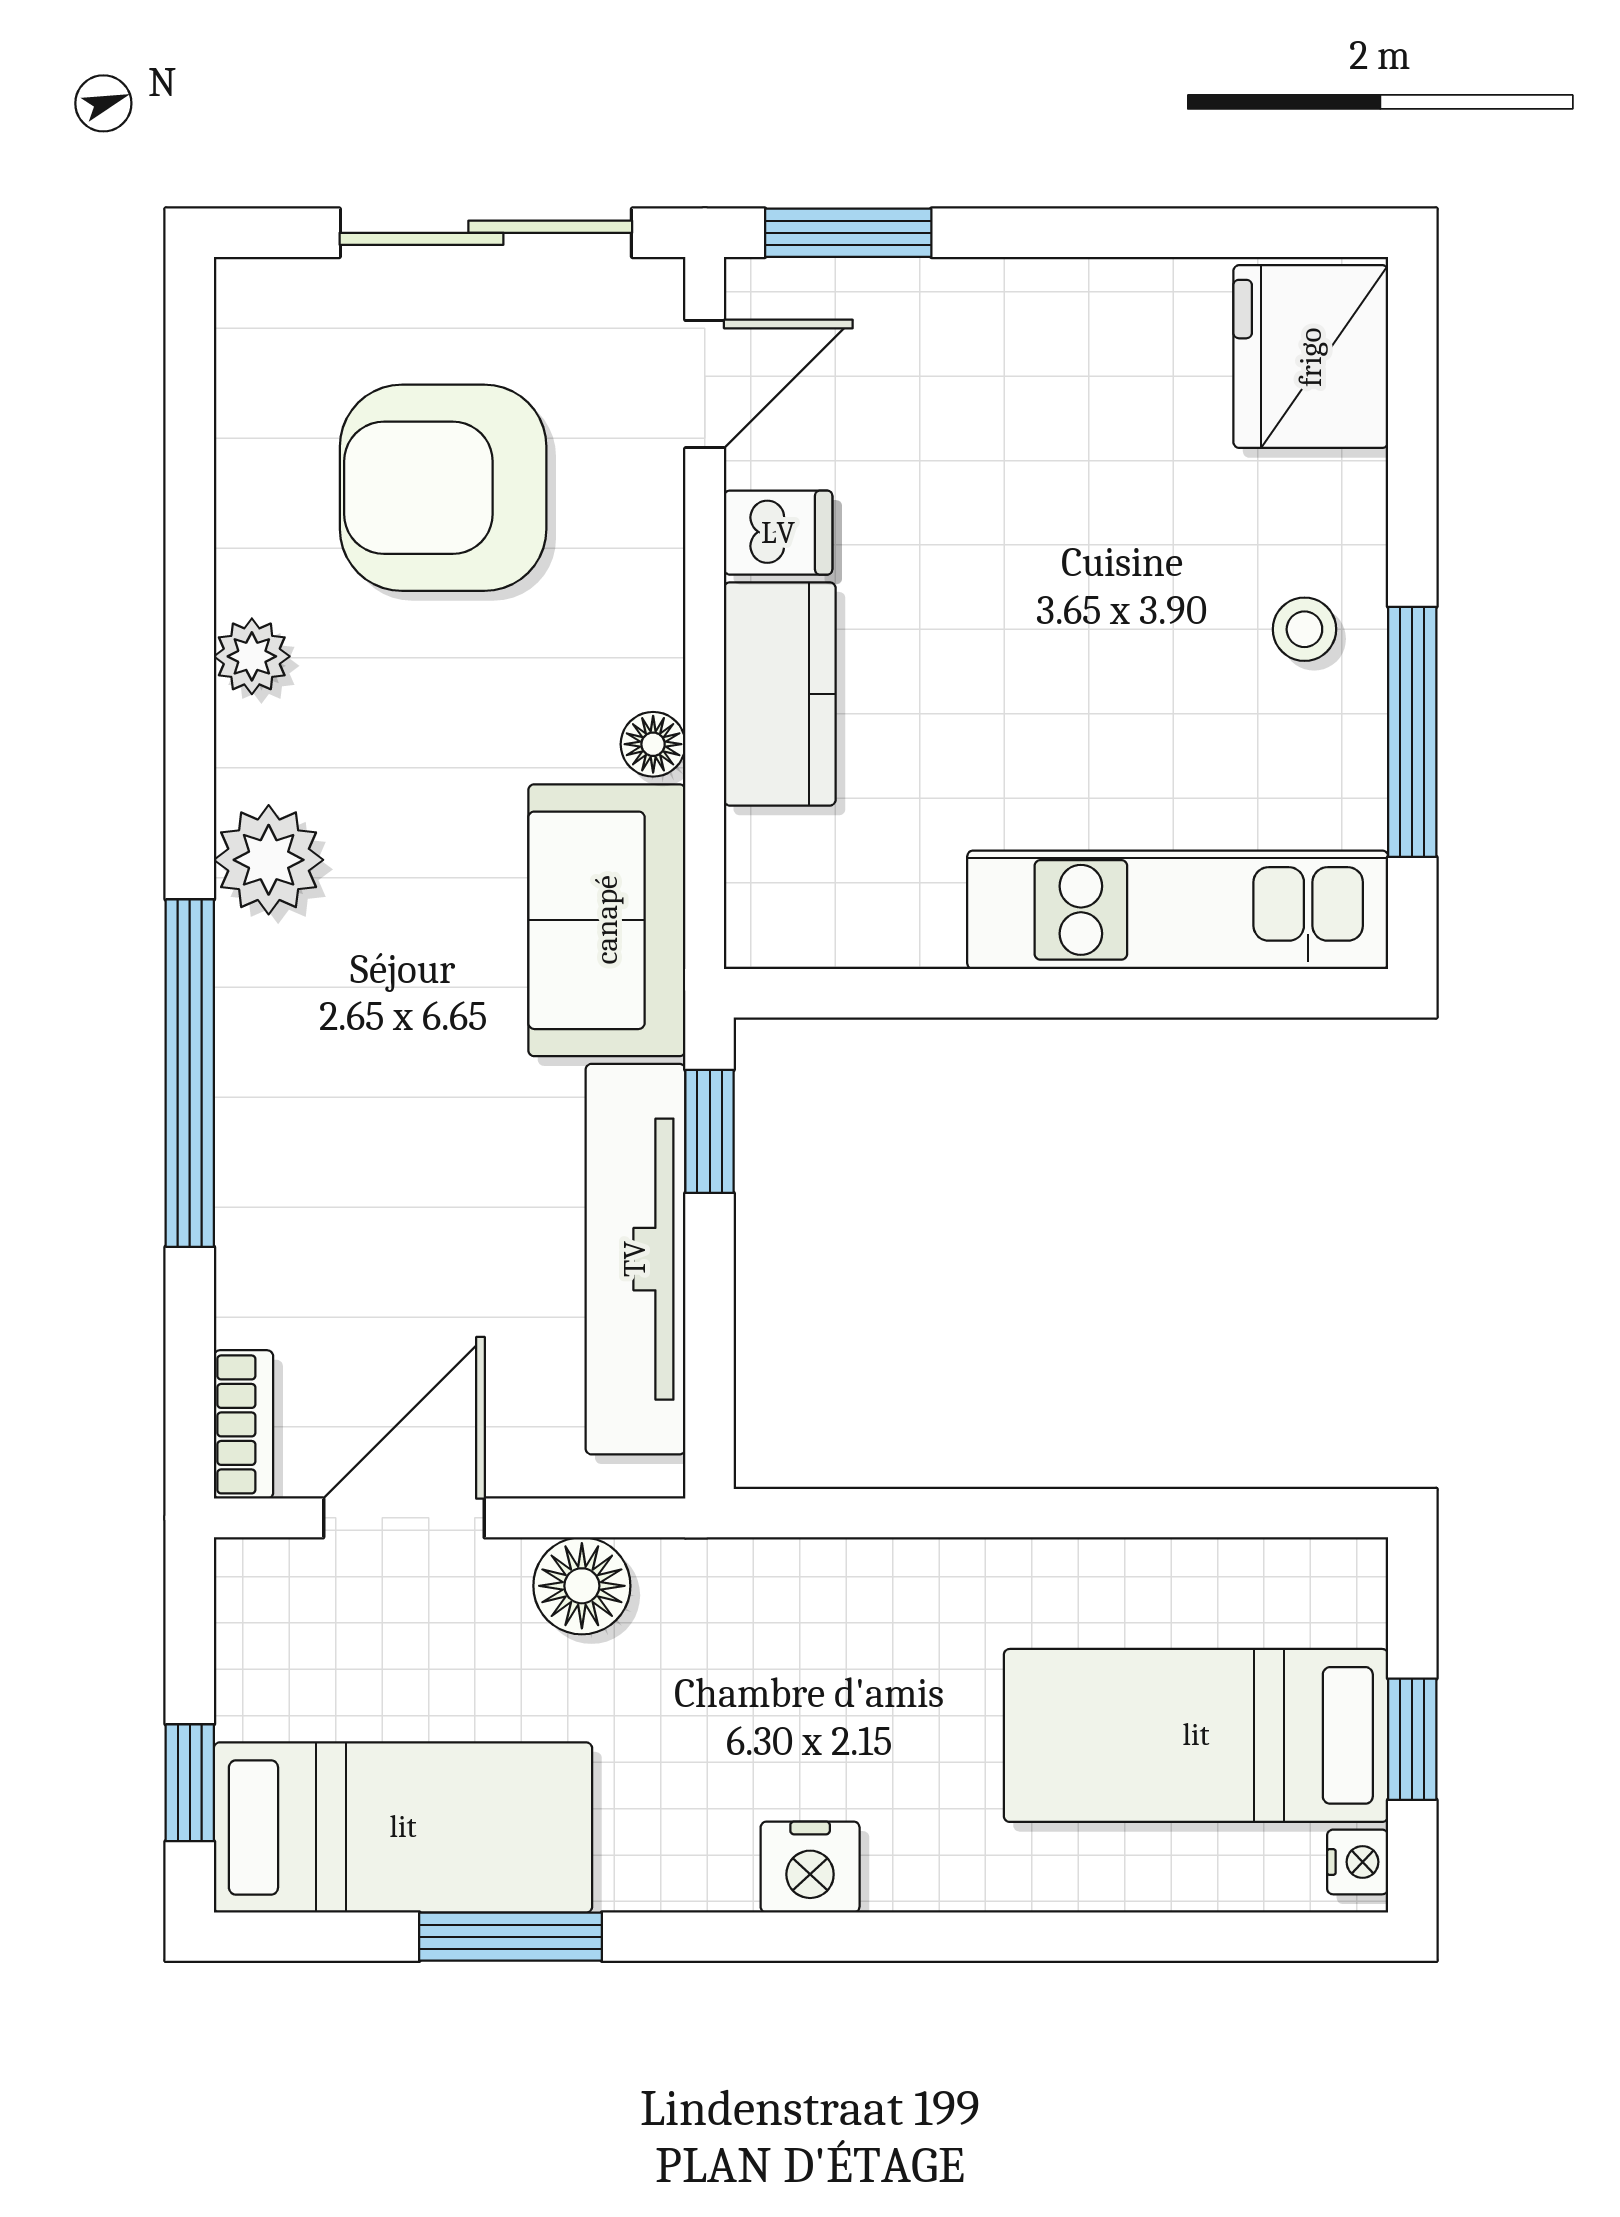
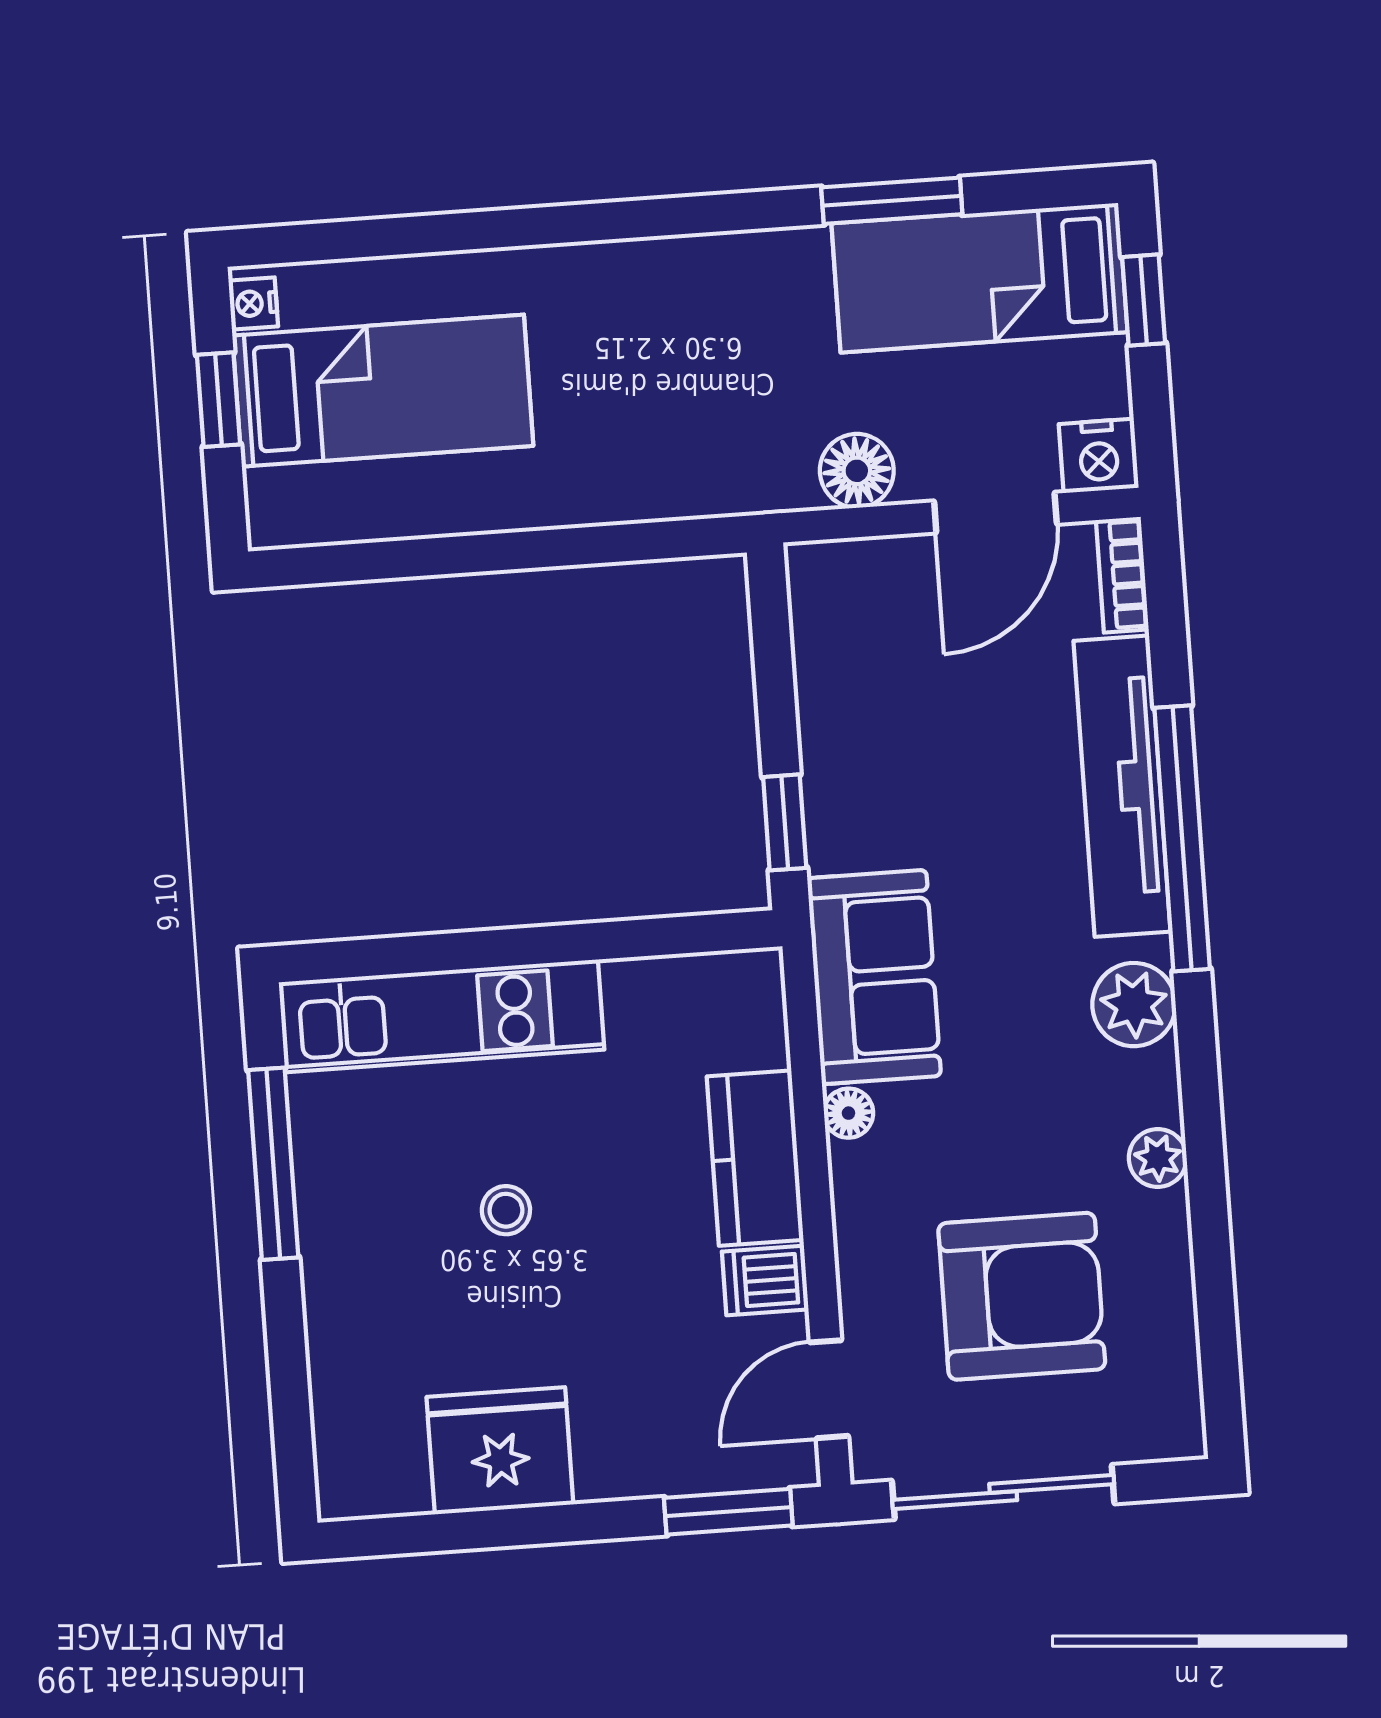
fridge: (1311, 357) -> (500, 1451), moved, turned -90
stool: (1304, 629) -> (506, 1210), moved
tv unit: (635, 1259) -> (1122, 786), moved, turned 180
nightstand: (810, 1867) -> (1099, 456), moved, turned 180

